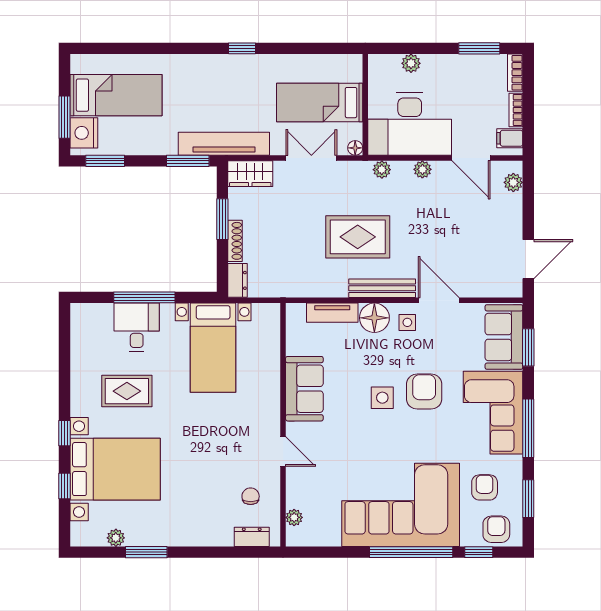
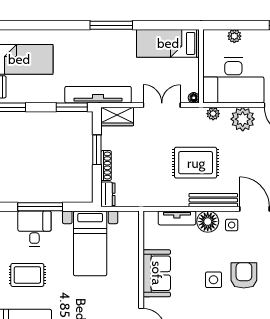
window: (242, 48) -> (111, 25), width x2.17
bed: (320, 103) -> (168, 43), moved
plant: (422, 169) -> (243, 119), width x1.88, depth x1.88

